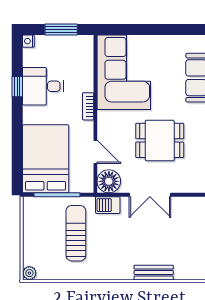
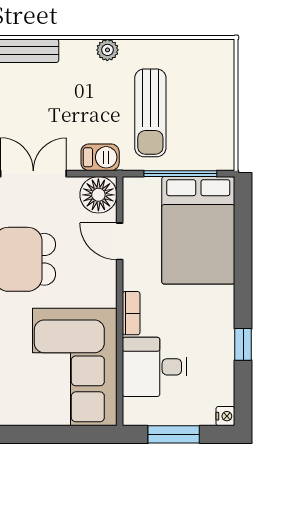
desk: (43, 86) -> (155, 367), moved, turned 180
plant: (29, 273) -> (107, 50), moved

